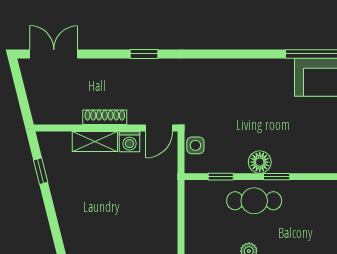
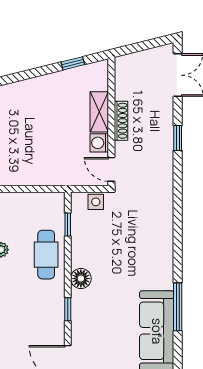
window: (144, 54) -> (178, 138), moved
floor lamp: (260, 162) -> (81, 279), moved
window: (277, 177) -> (68, 309), moved

